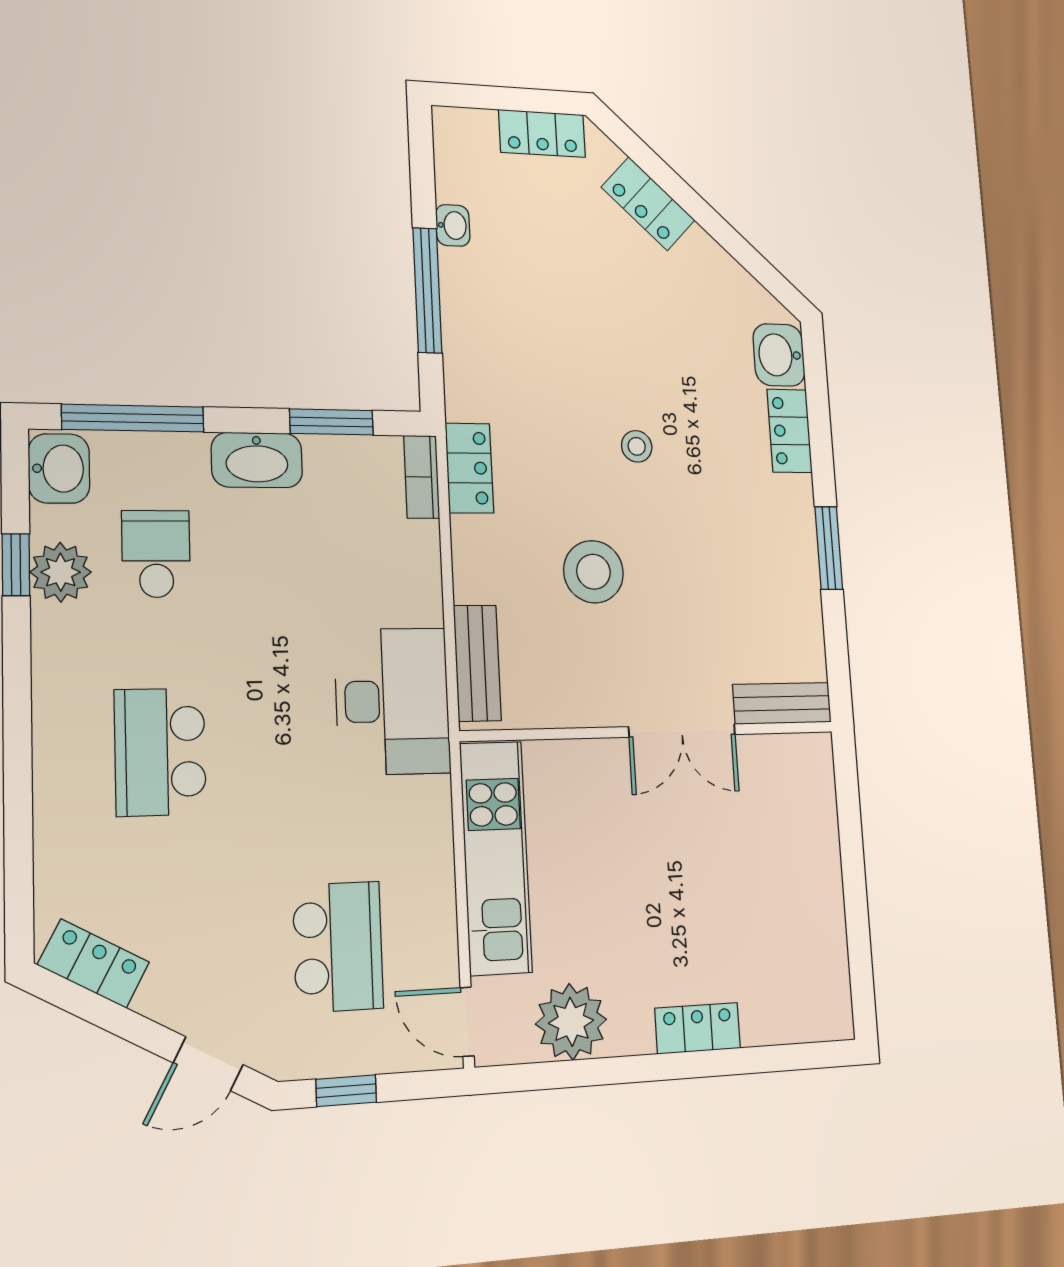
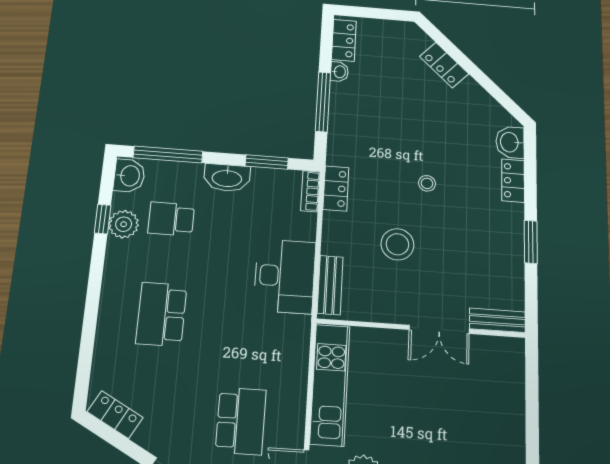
locker: (542, 133) -> (344, 40), moved, turned -90
school desk: (156, 554) -> (171, 219), turned -90
desk: (393, 701) -> (285, 276), moved

